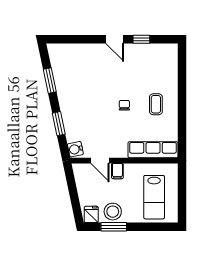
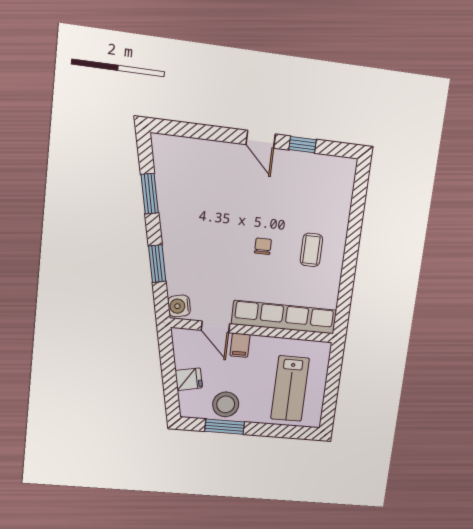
row of seats: (153, 150) -> (284, 317), width x1.36
fridge: (91, 214) -> (189, 379), moved, turned 78

